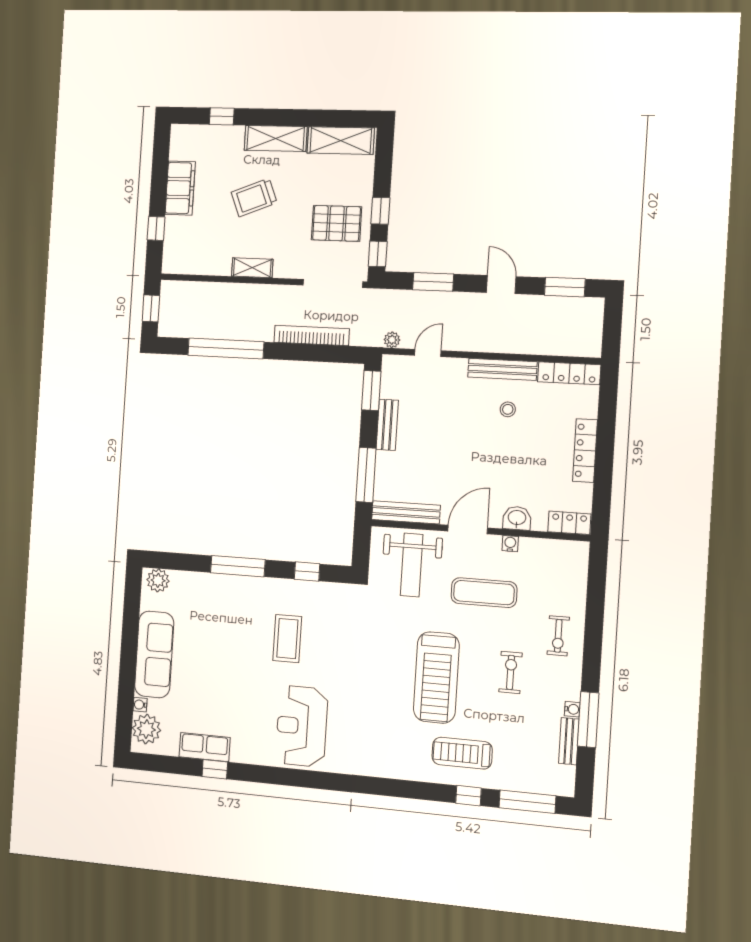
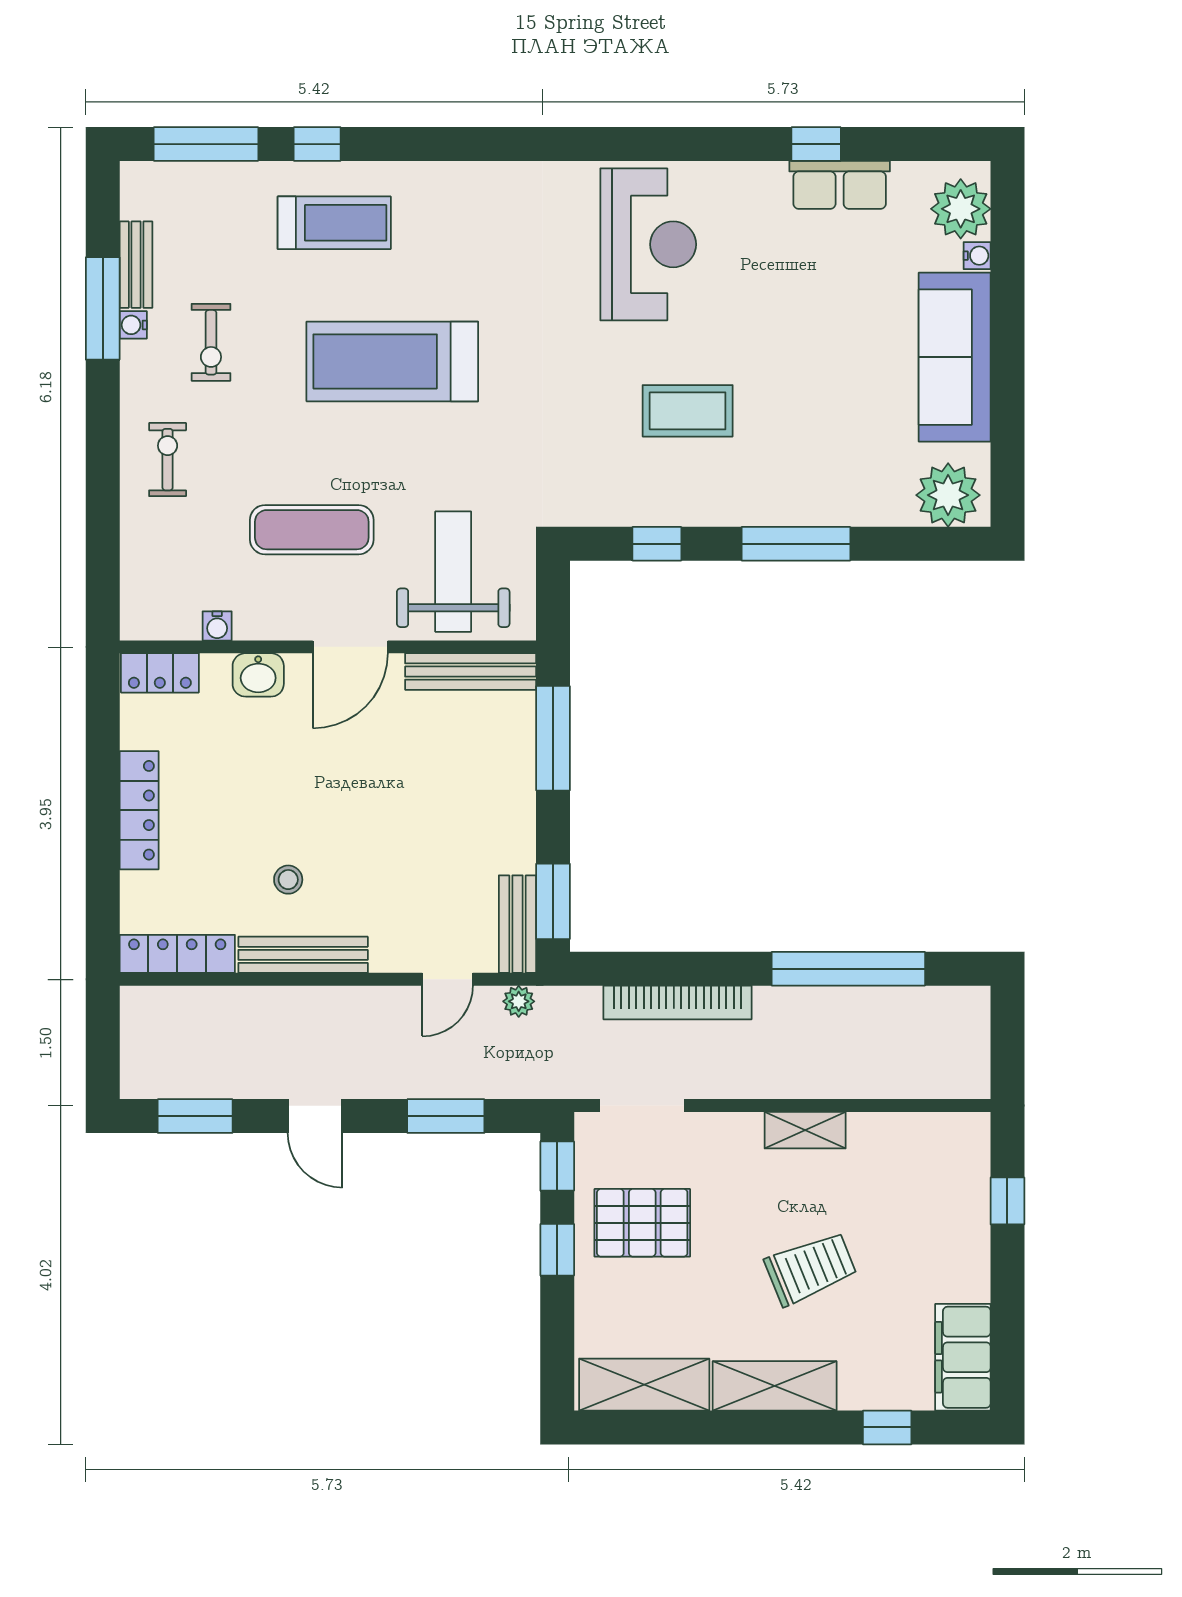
filing cabinet: (180, 188) -> (963, 1357), moved
doorway: (333, 283) -> (642, 1106), width x0.73
window: (151, 308) -> (1007, 1042), removed
bench: (387, 425) -> (517, 924), moved
water cooler: (510, 544) -> (217, 626), moved
plant: (158, 580) -> (948, 495), width x1.36, depth x1.36
coffee table: (287, 639) -> (688, 411), turned 90
exercise bike: (511, 672) -> (211, 342), moved
treadmill: (436, 677) -> (392, 361), turned -90

